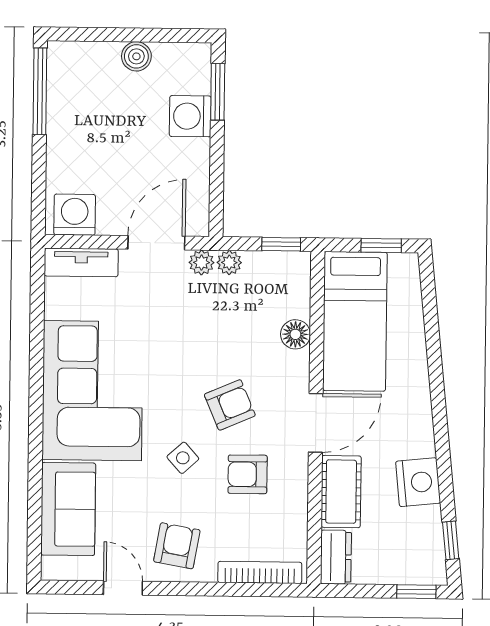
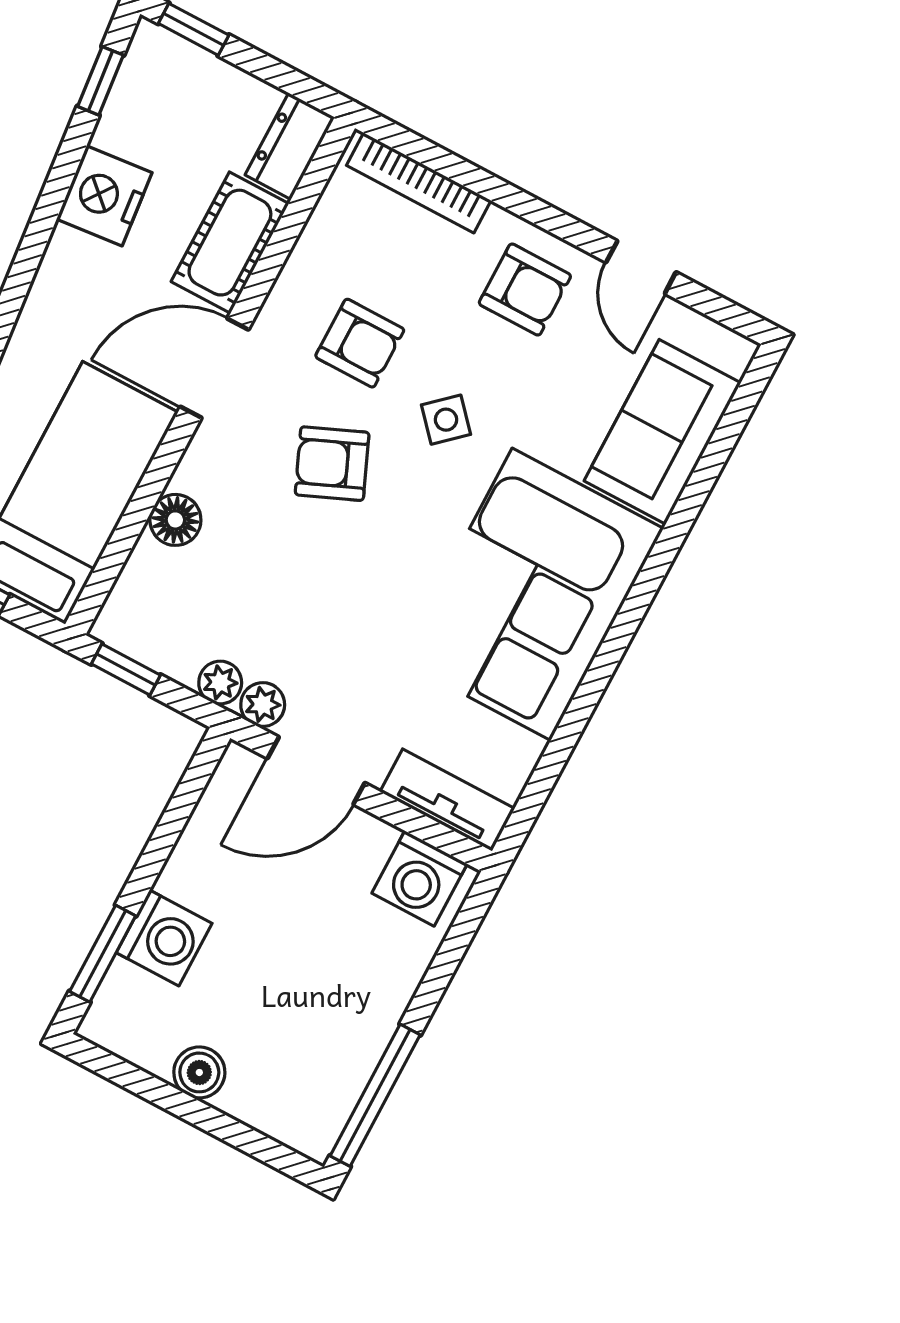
armchair: (177, 546) -> (525, 290), turned -100

